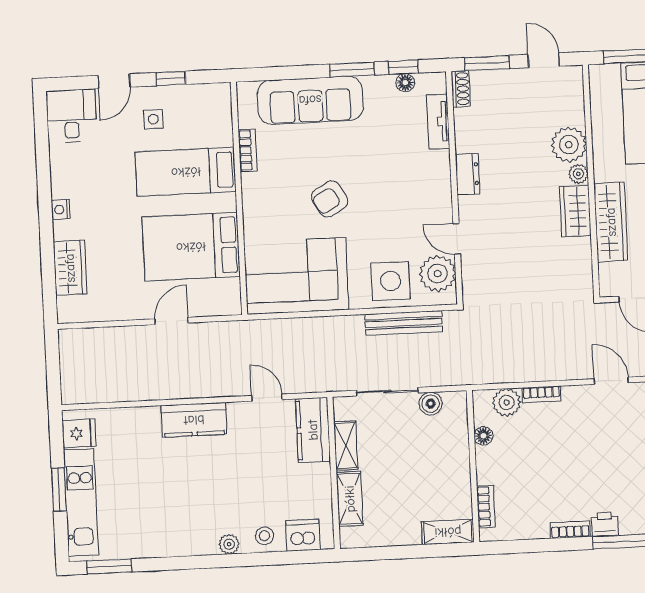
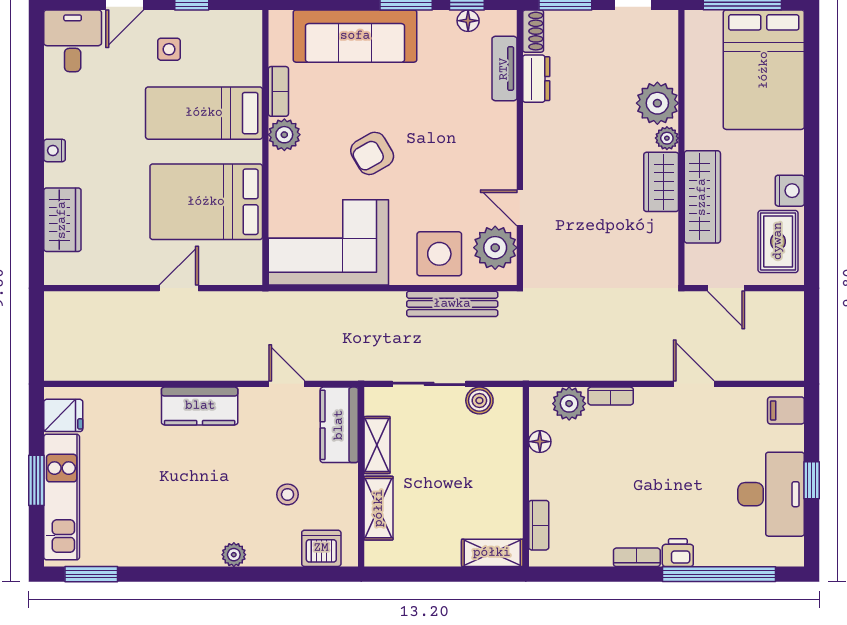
dresser: (468, 174) -> (536, 79), moved
plant: (254, 187) -> (284, 135), added
stool: (265, 536) -> (288, 494), moved

